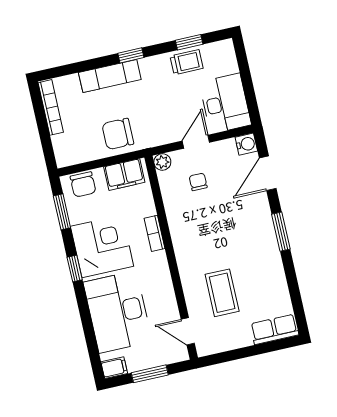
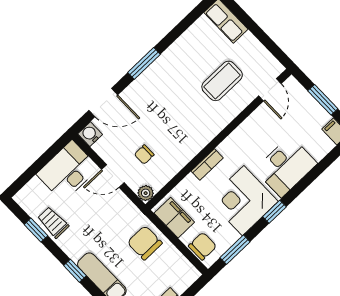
chair: (118, 134) -> (145, 243), turned 180
desk: (118, 312) -> (286, 167), width x0.73, depth x0.77

